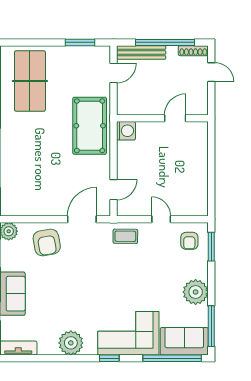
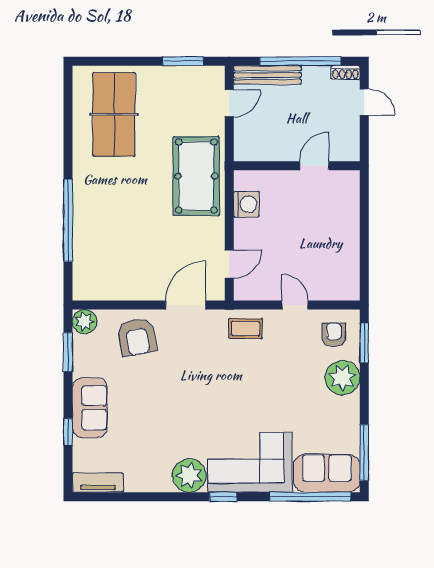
shoe rack: (193, 51) -> (345, 73), width x0.70
washing machine: (126, 131) -> (246, 204), moved
armchair: (189, 241) -> (334, 335), turned 180
plant: (196, 292) -> (342, 378), moved
plant: (71, 343) -> (189, 476), moved

